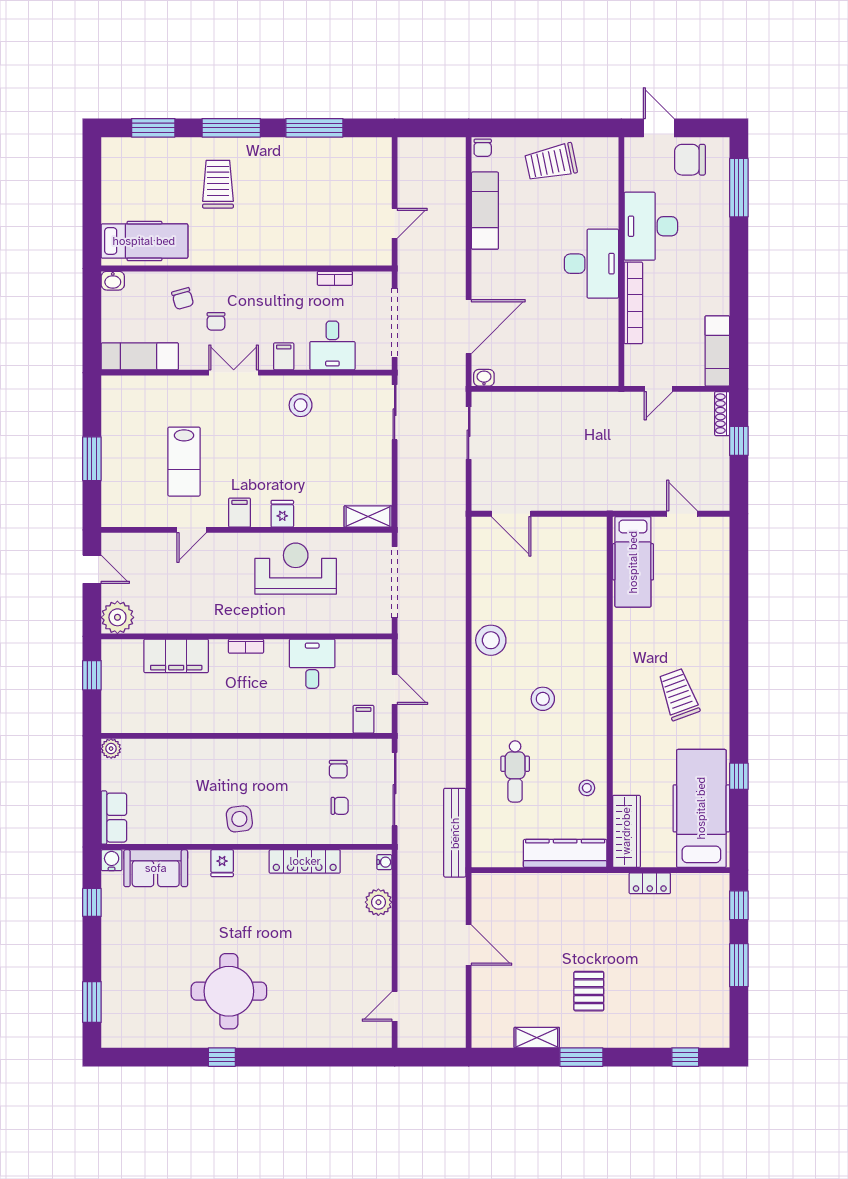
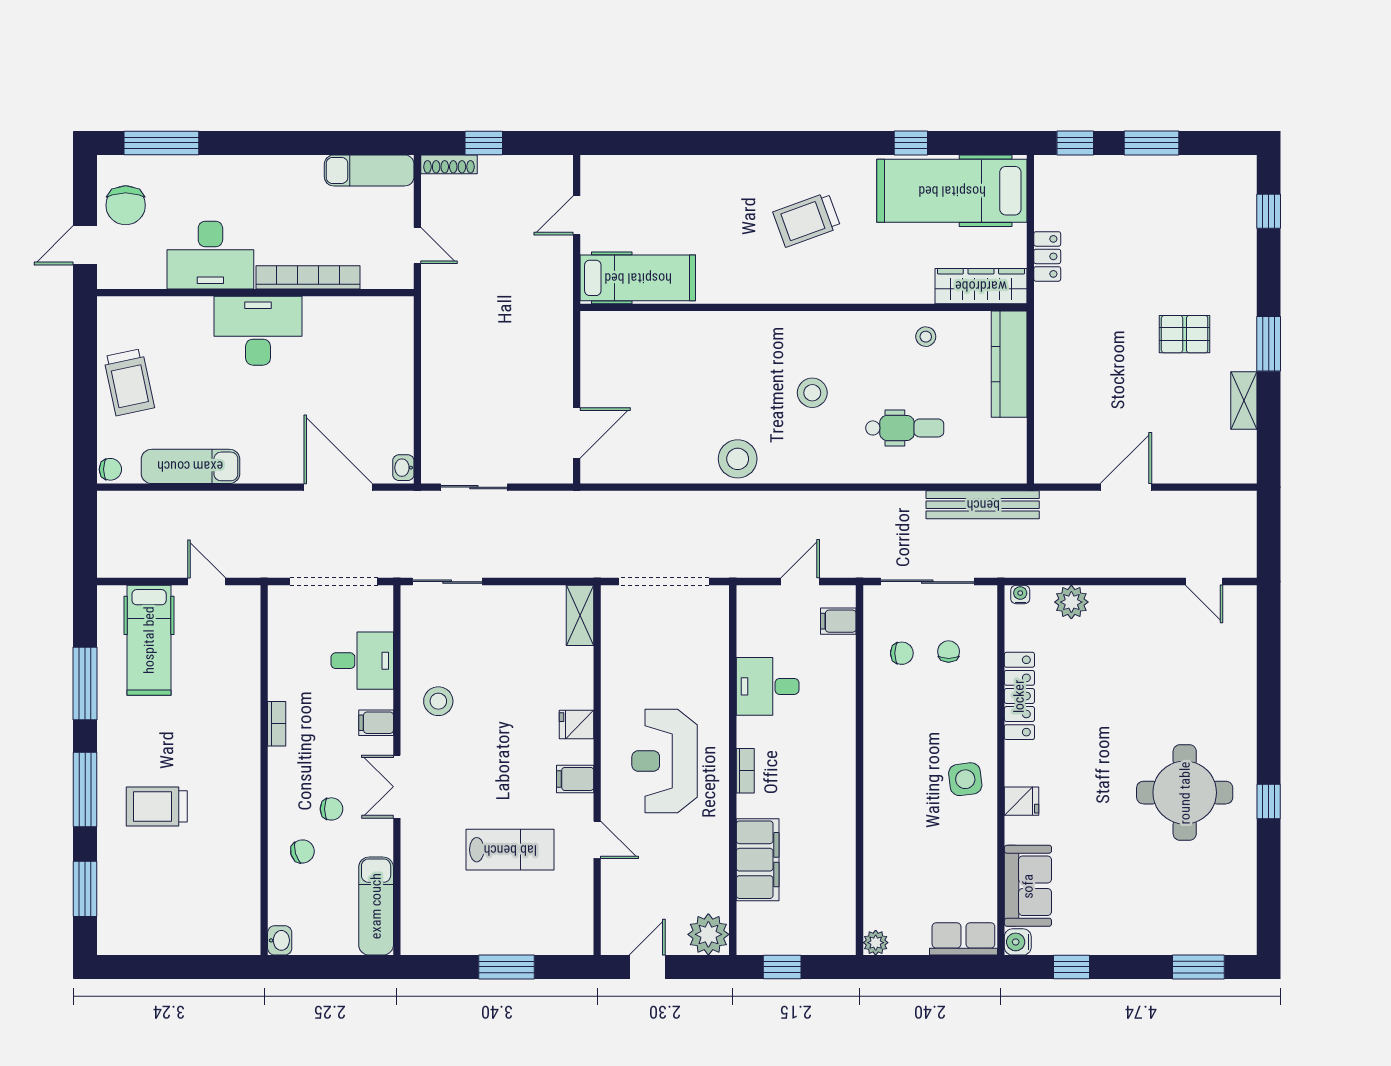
hospital bed: (144, 241) -> (149, 640), moved, turned 180
bookcase: (335, 278) -> (277, 724), moved
reception desk: (296, 569) -> (665, 761), moved

